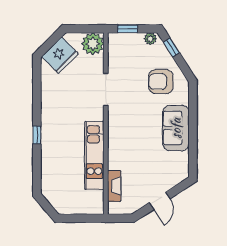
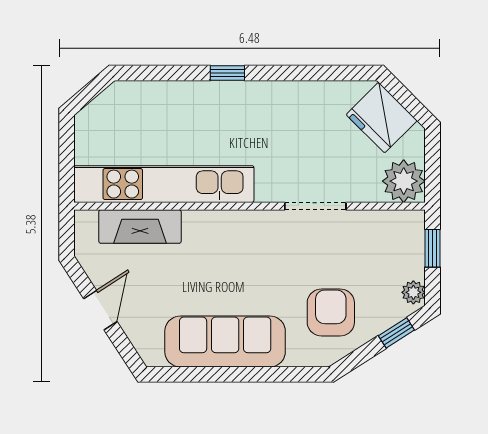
sofa: (176, 128) -> (225, 342), width x1.36
kitchen unit: (94, 155) -> (164, 184), width x1.36
fireplace: (114, 186) -> (140, 227), width x1.37, depth x1.32
door: (160, 201) -> (100, 310), swing flipped

